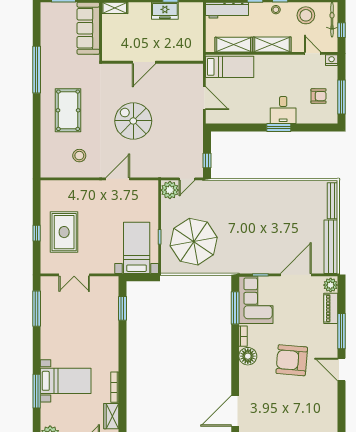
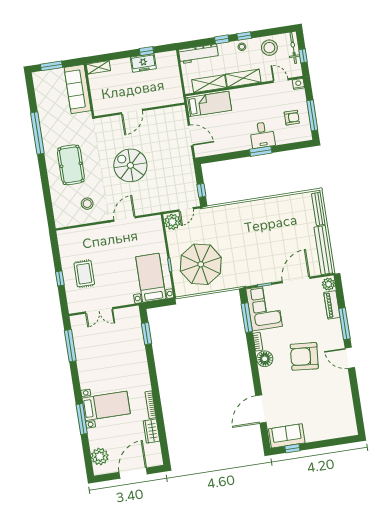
rug: (64, 232) -> (84, 274), width x0.73, depth x0.70

